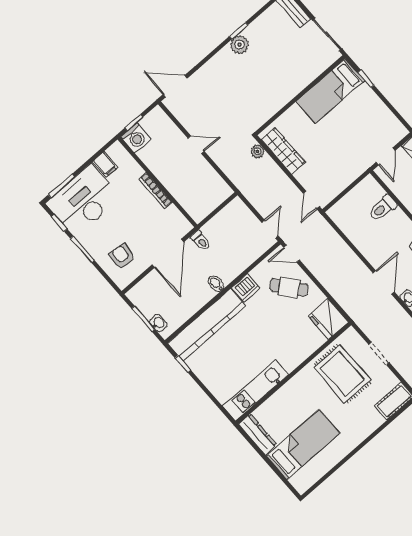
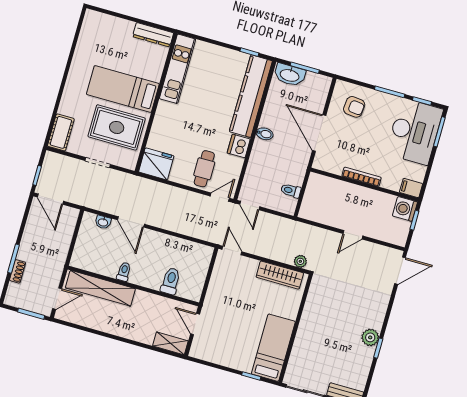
filing cabinet: (105, 164) -> (411, 188), moved
toilet: (201, 241) -> (291, 191), moved
cafe table: (289, 287) -> (204, 169), turned -51
washbasin: (158, 323) -> (290, 75), width x1.91, depth x1.45
bed: (303, 444) -> (123, 89), moved, turned 90

